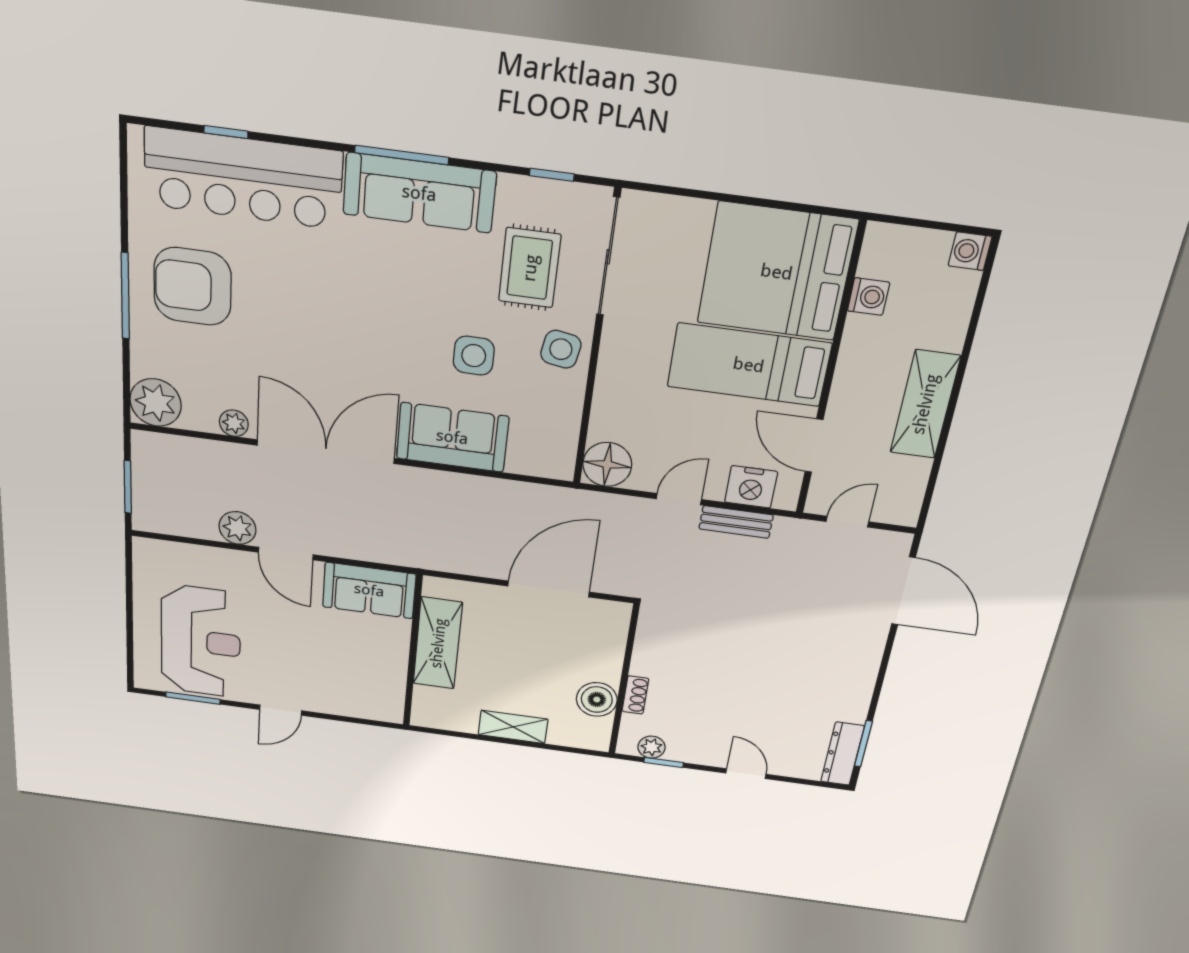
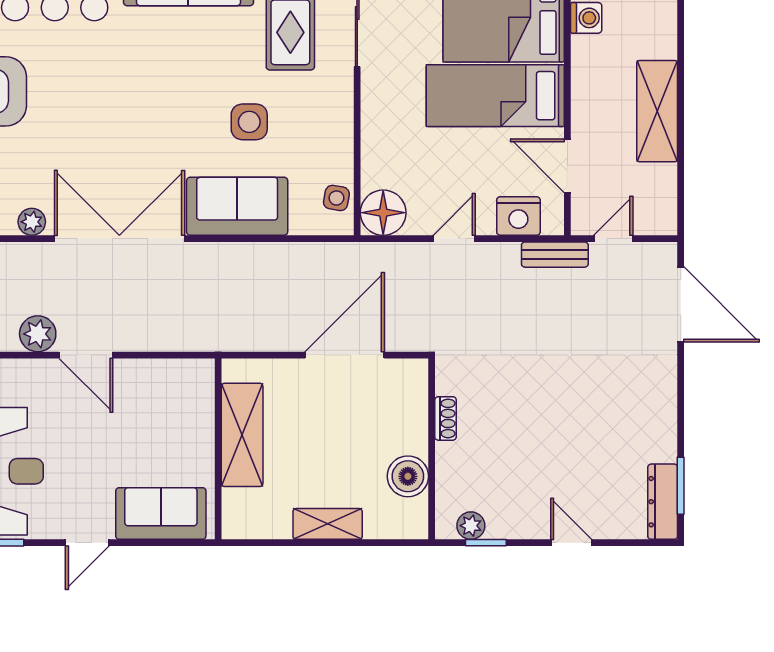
side table: (561, 349) -> (336, 198), moved, width x0.73, depth x0.73
bench: (736, 522) -> (555, 255), moved
sofa: (369, 590) -> (161, 513), moved, turned 180
shoe rack: (635, 695) -> (445, 418), moved

